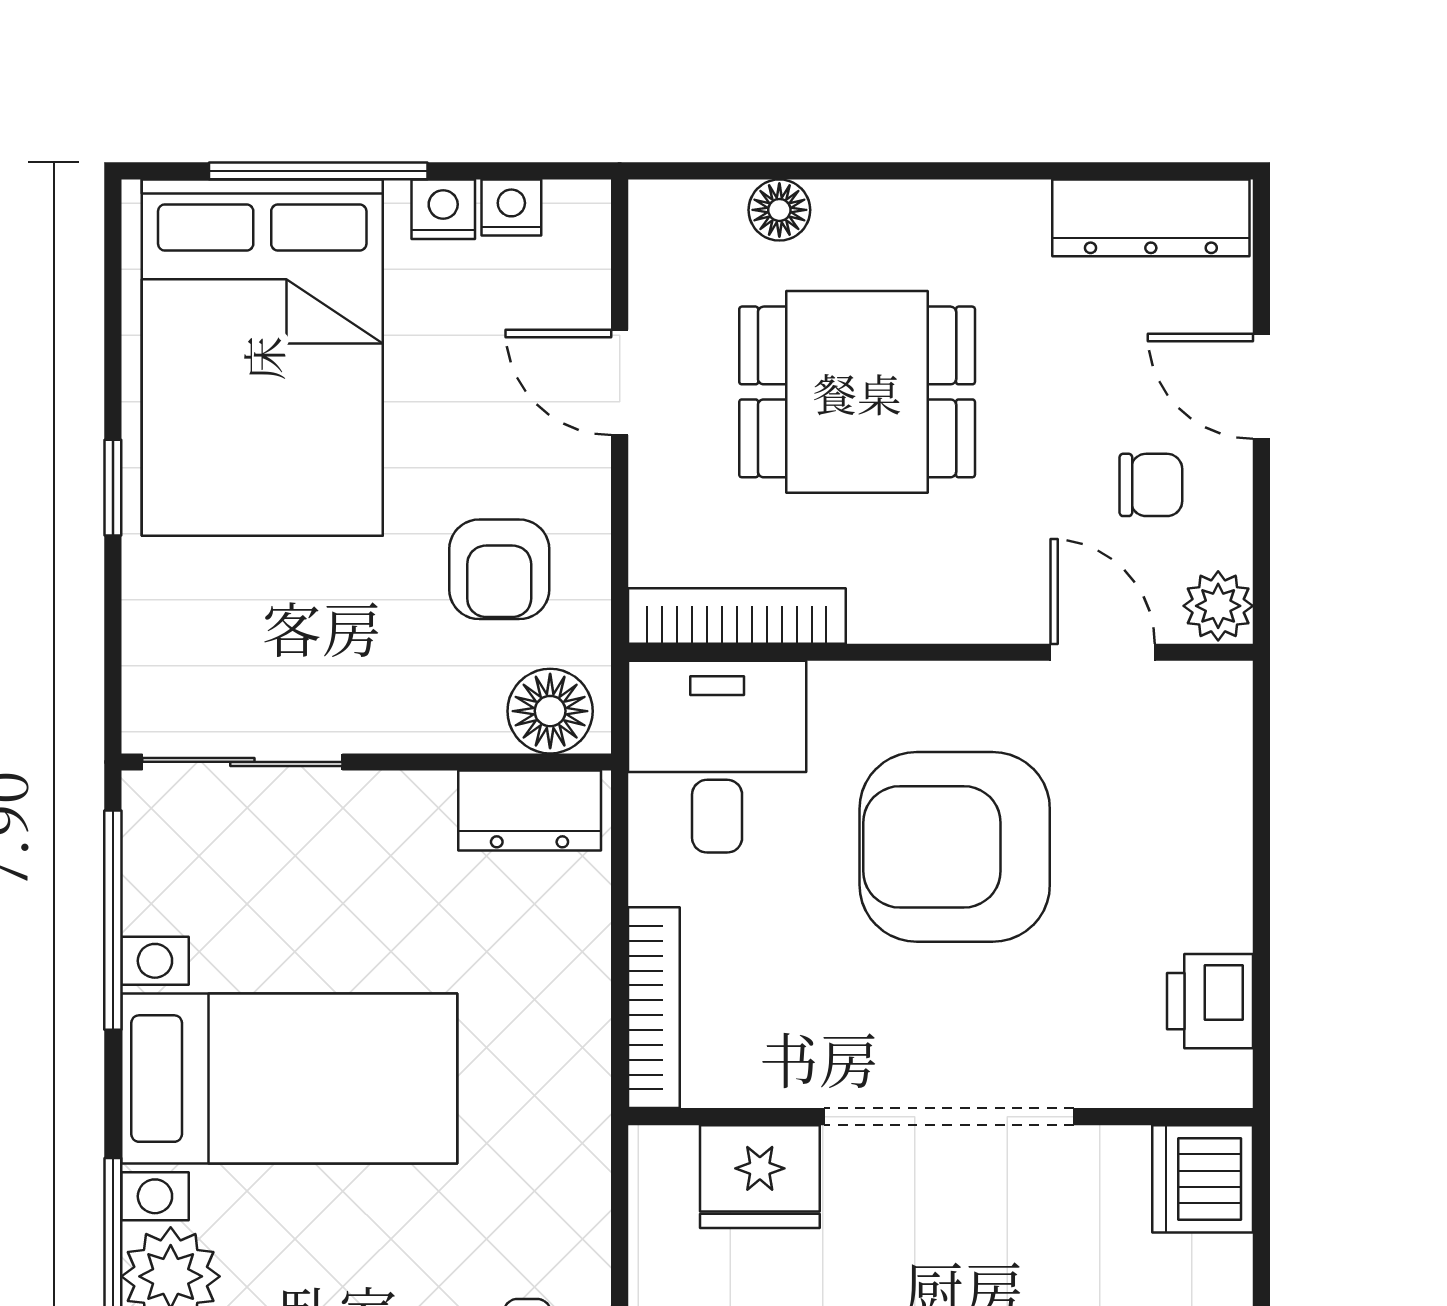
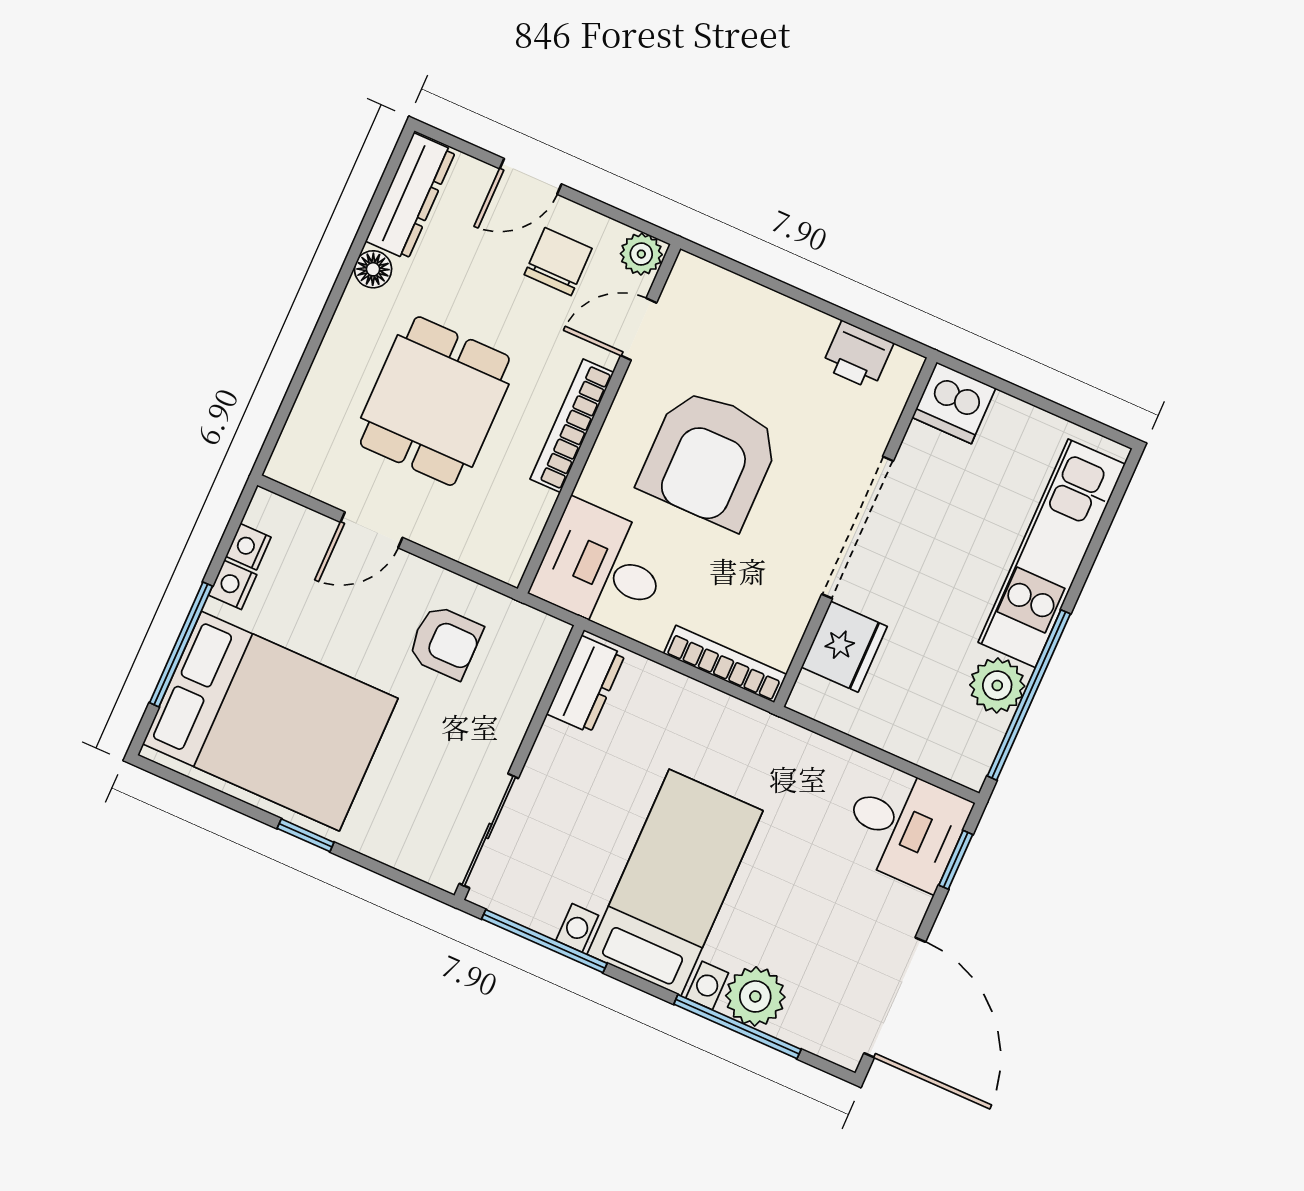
floor lamp: (779, 210) -> (373, 269), moved
chair: (1151, 485) -> (558, 262), width x1.37, depth x1.37
bookcase: (737, 616) -> (572, 426), moved
floor lamp: (550, 711) -> (536, 649), removed

